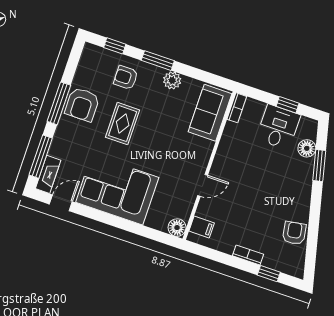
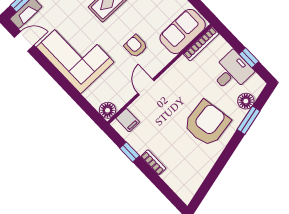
bookcase: (237, 108) -> (201, 44), width x1.56
armchair: (172, 151) -> (136, 46), added
door: (203, 185) -> (146, 87), swing flipped
armchair: (294, 233) -> (207, 123), moved, width x1.88, depth x1.88
window: (269, 274) -> (130, 152), moved

